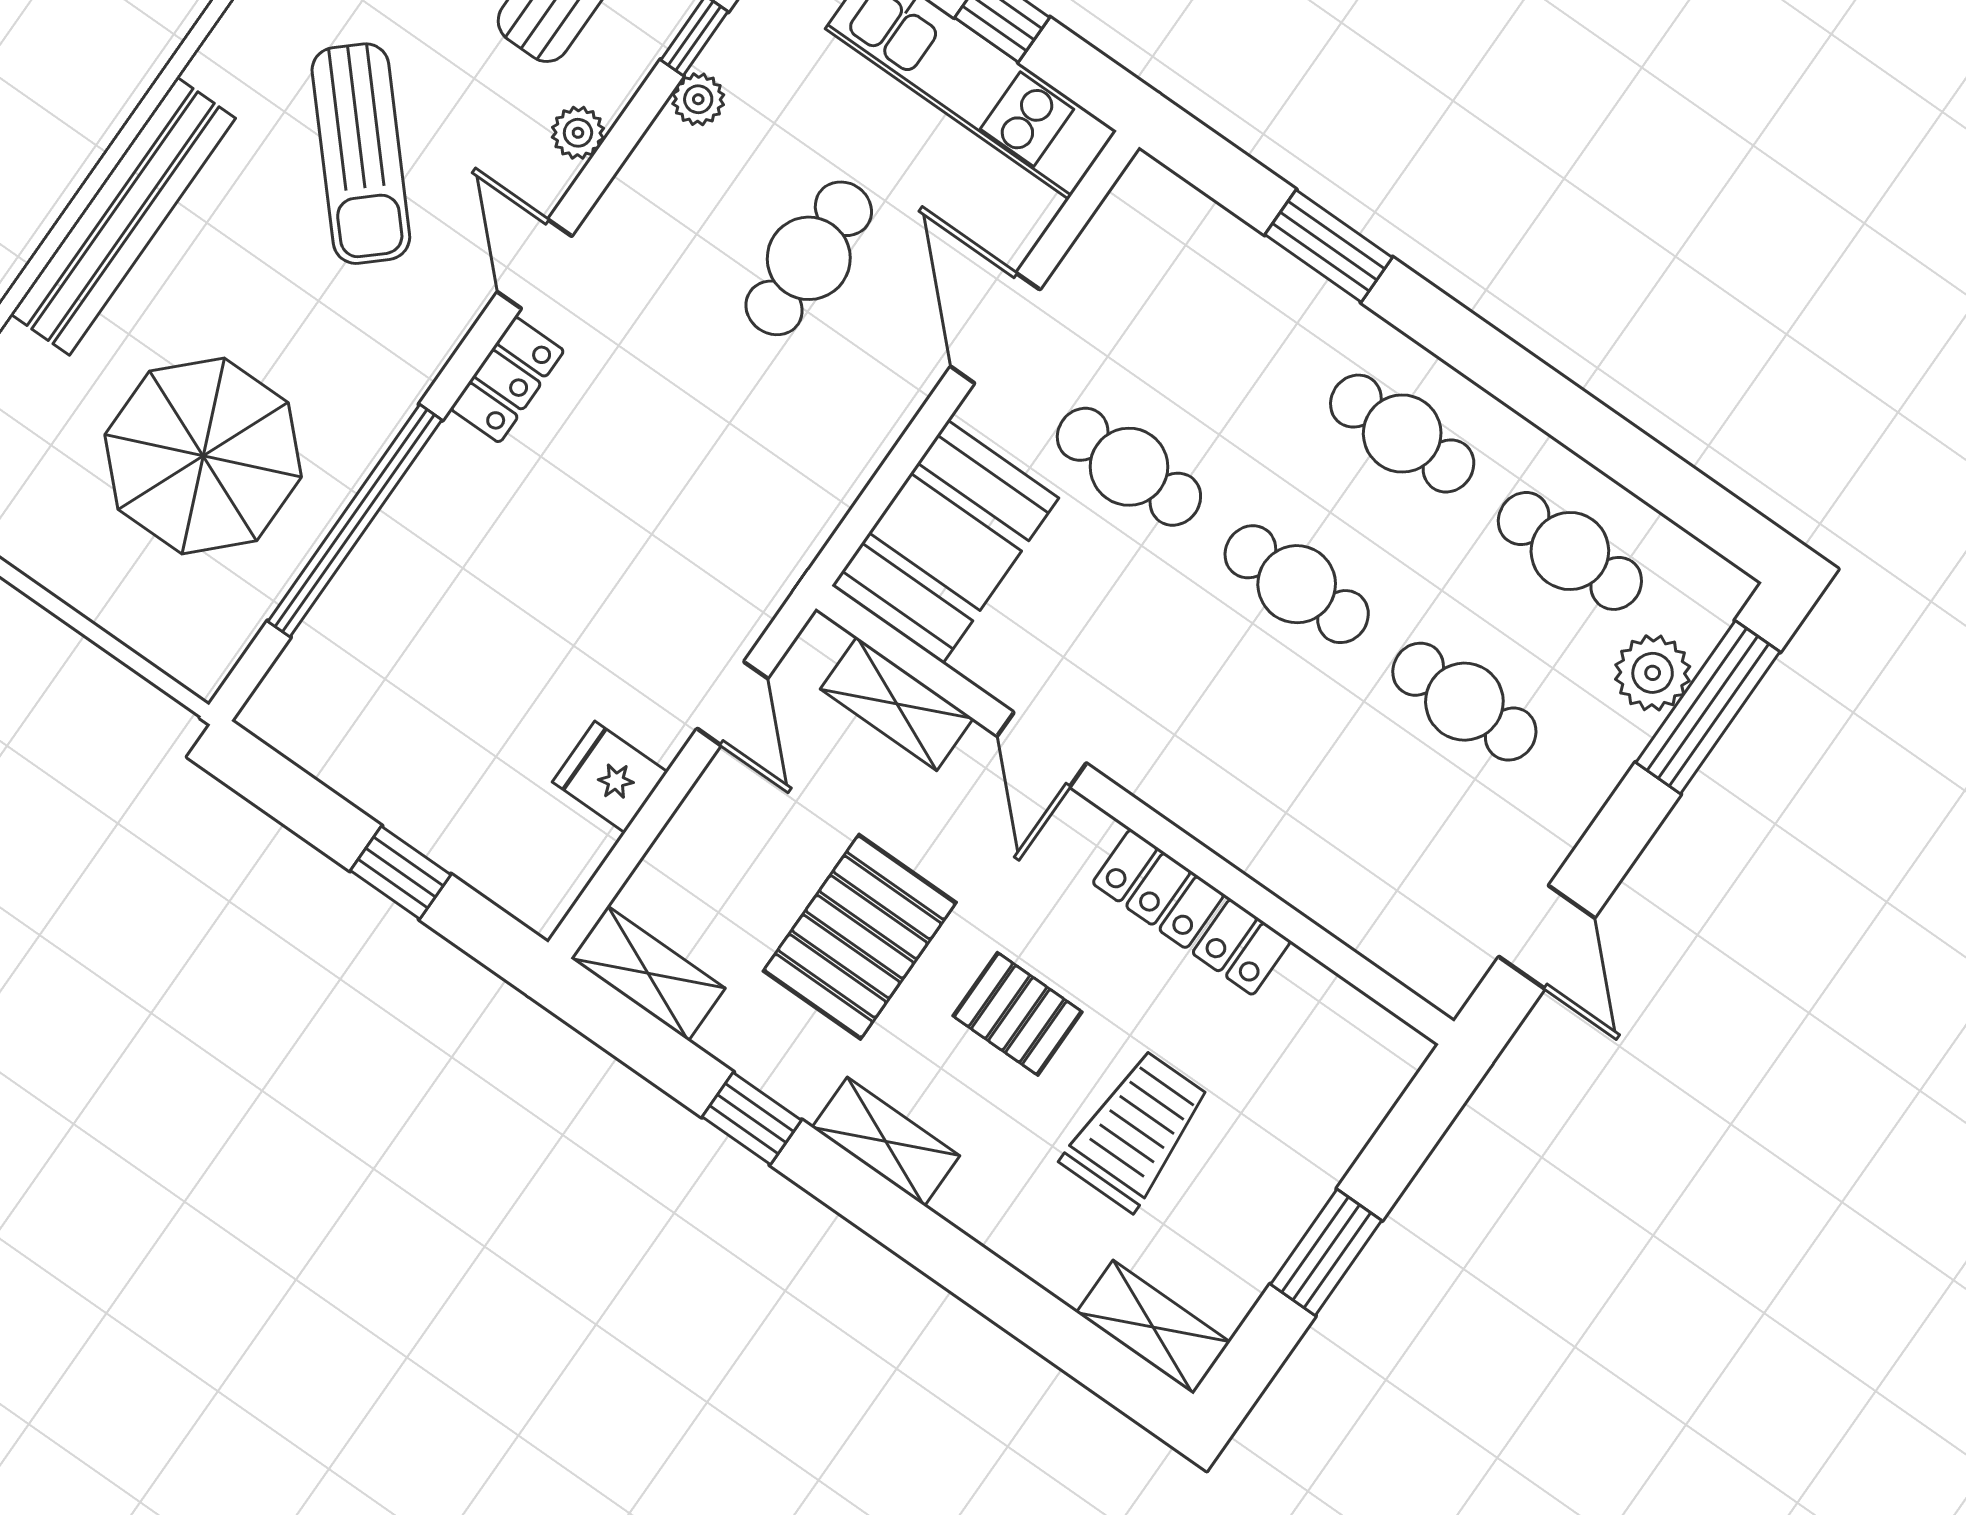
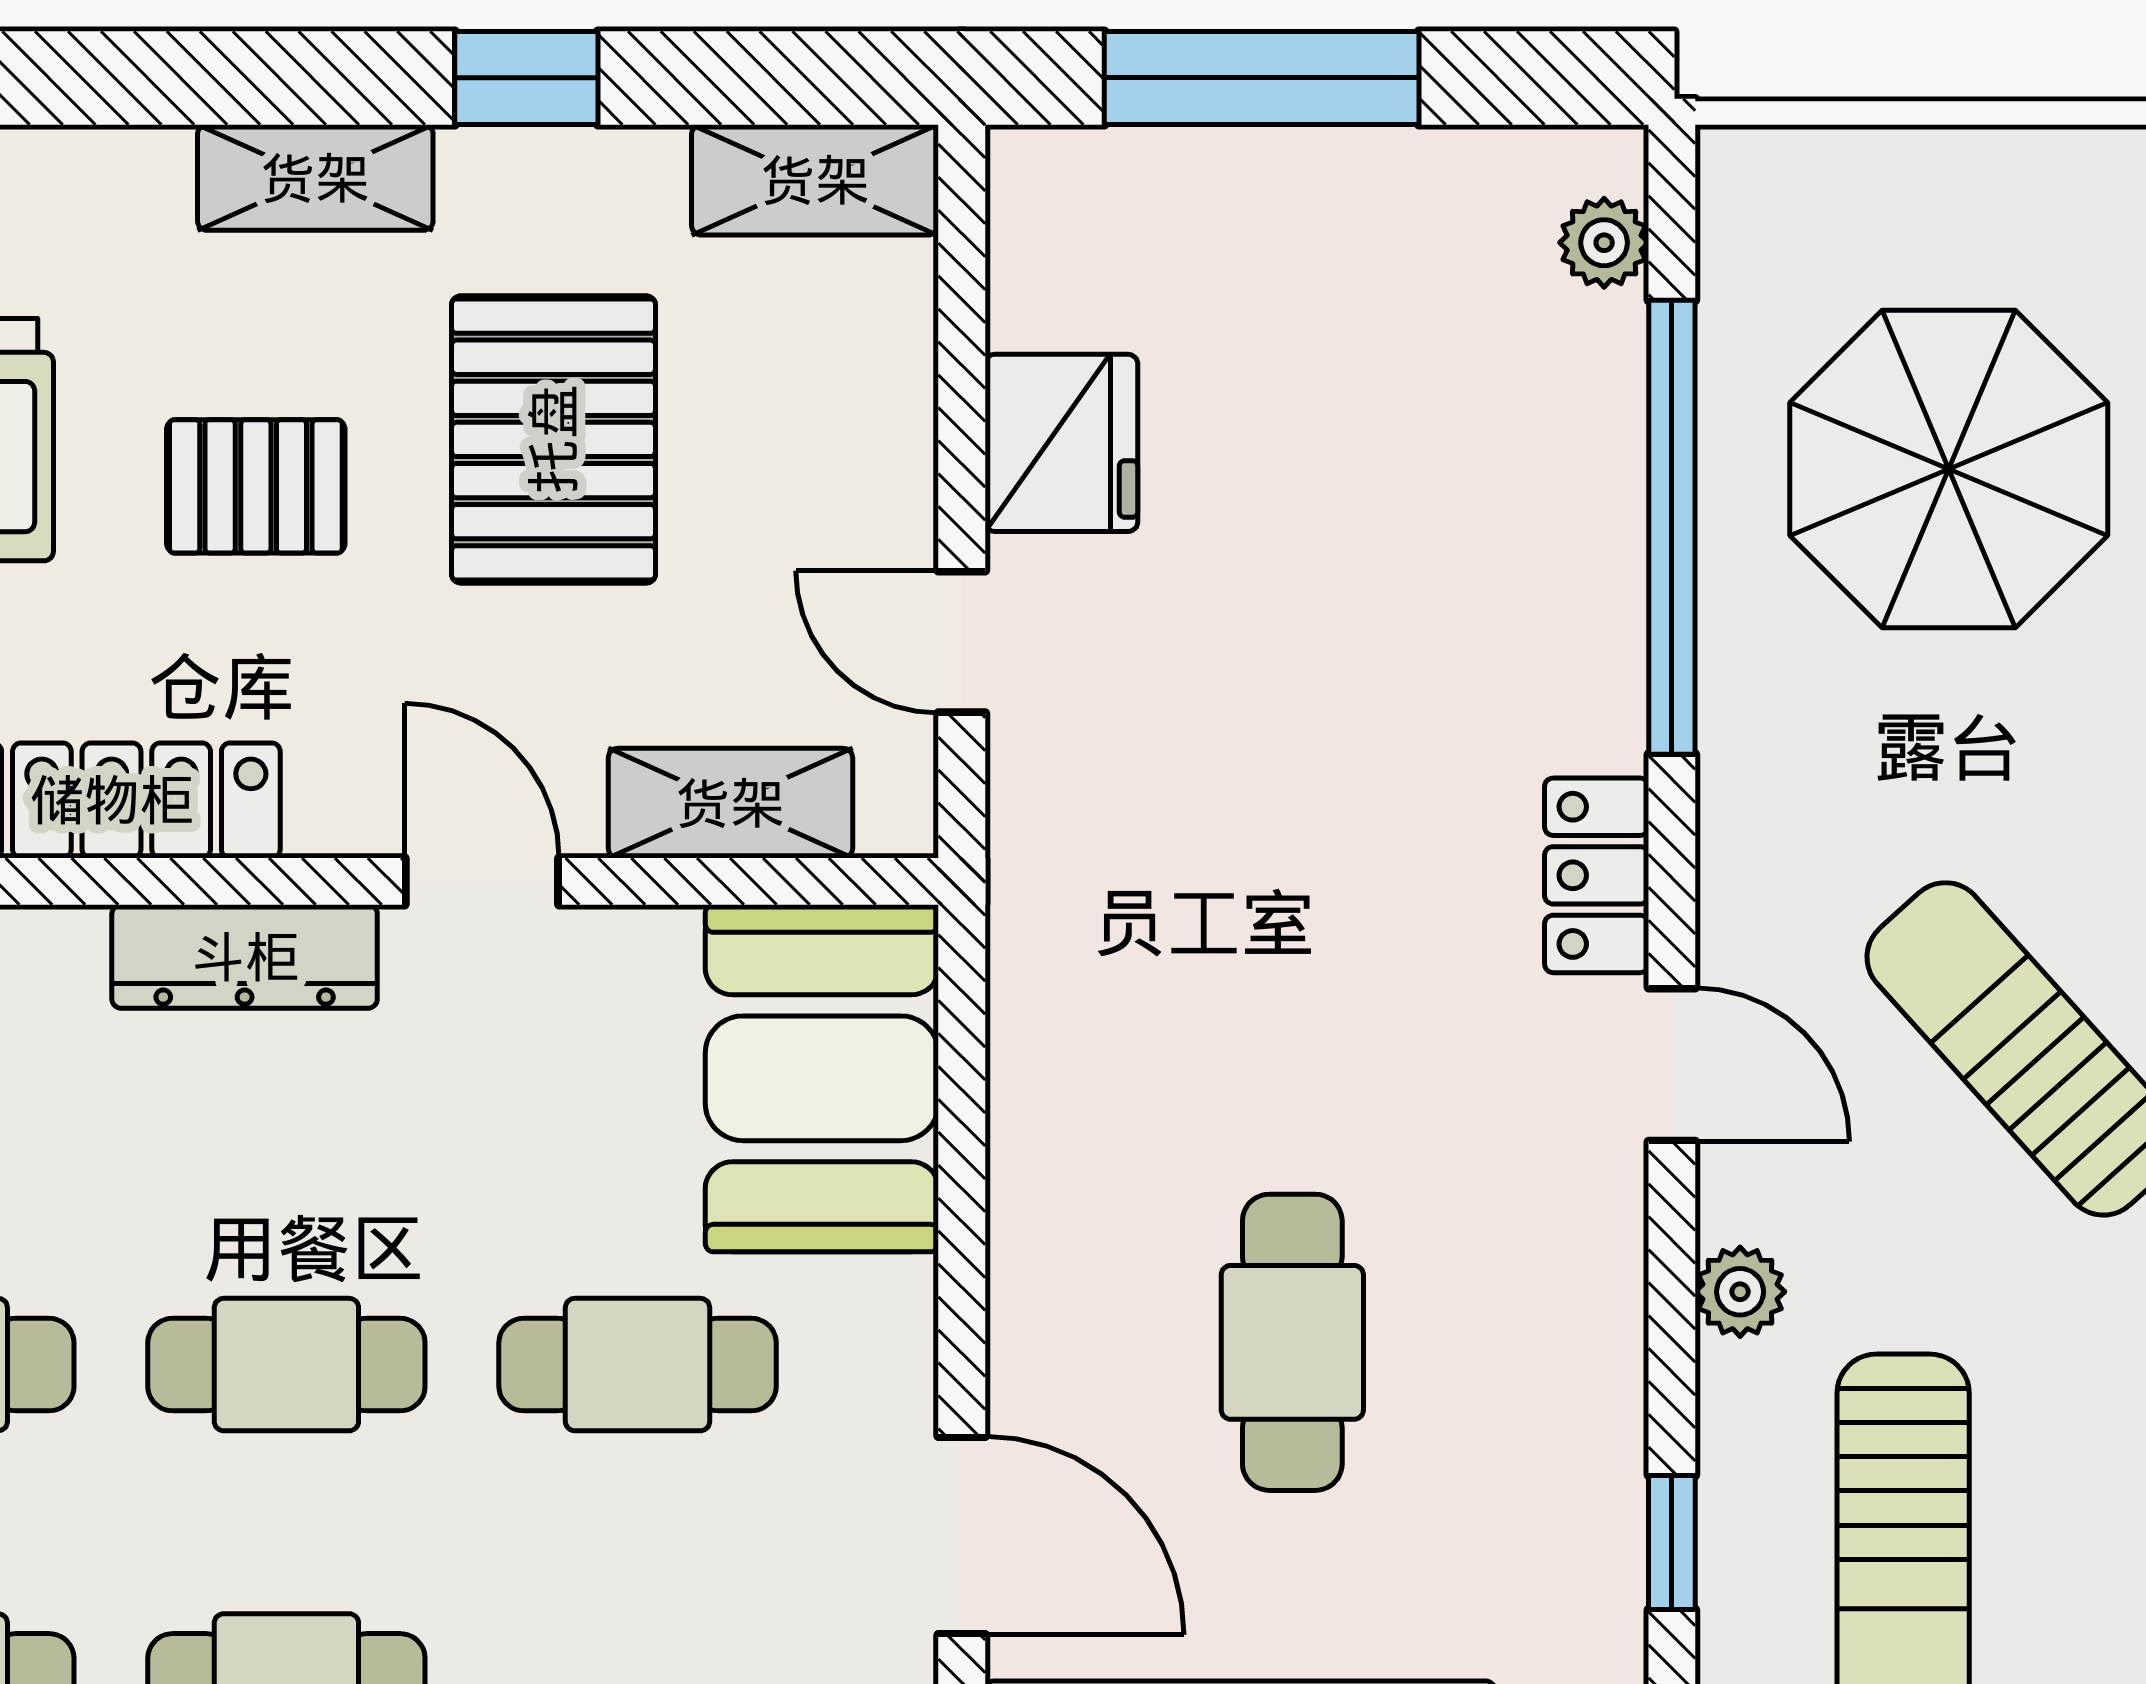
plant: (698, 99) -> (1604, 243), moved
door: (995, 328) -> (962, 1535), moved
fridge: (610, 777) -> (1061, 443), width x1.38
dresser: (1180, 793) -> (245, 957), added
window: (401, 873) -> (1262, 78), width x2.17

